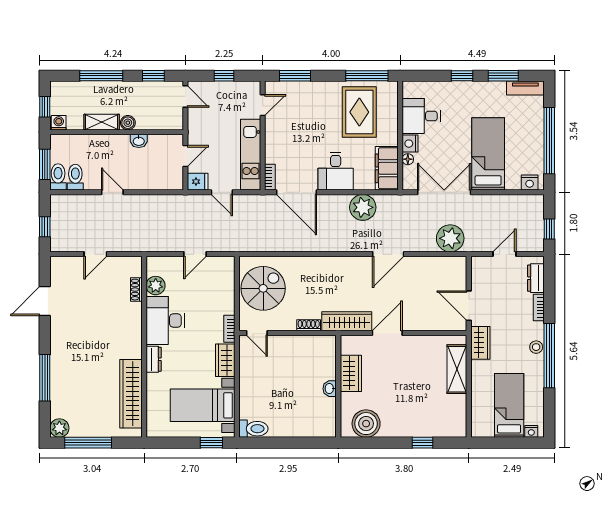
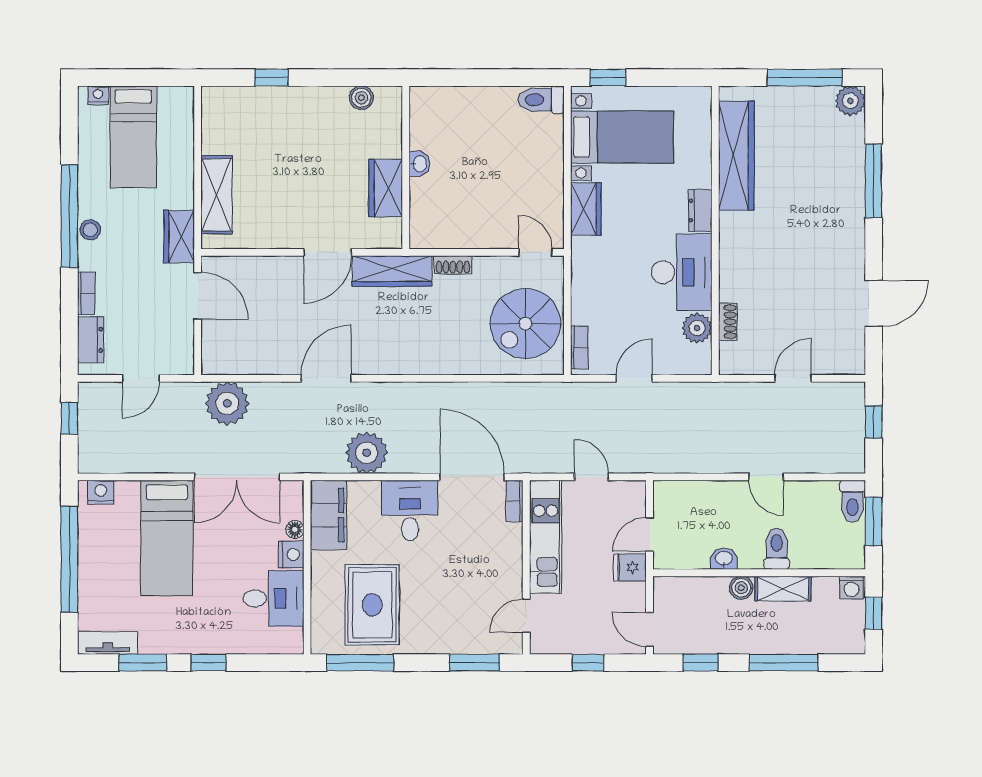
toilet: (75, 177) -> (777, 549), moved, turned 180
fridge: (198, 182) -> (630, 567), moved
bookcase: (229, 329) -> (579, 347), moved
boiler: (366, 424) -> (361, 98), width x0.54, depth x0.54

